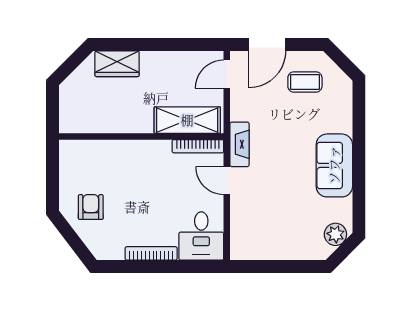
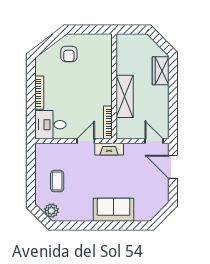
coffee table: (305, 82) -> (57, 181), moved
shelving: (187, 120) -> (125, 96), moved
sofa: (334, 165) -> (114, 210), moved
armchair: (91, 207) -> (69, 54), turned 90

